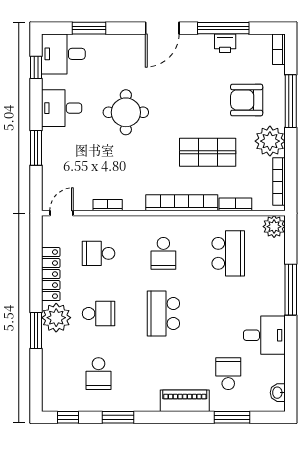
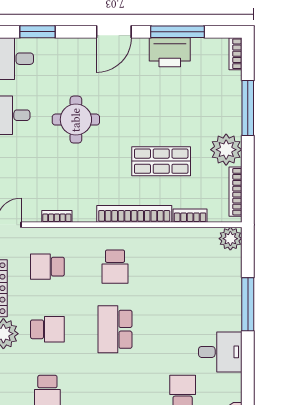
printer: (225, 43) -> (170, 52), width x1.87, depth x1.48
armchair: (247, 100) -> (202, 107), removed
school desk: (228, 253) -> (183, 267), removed

